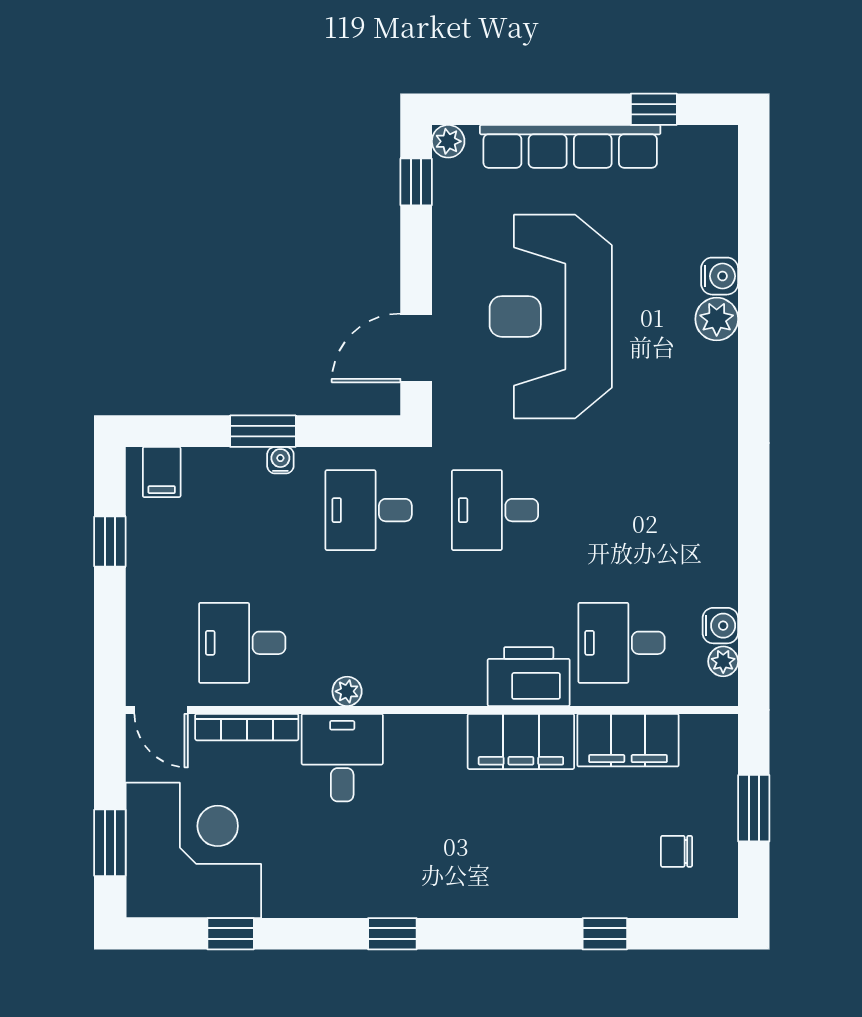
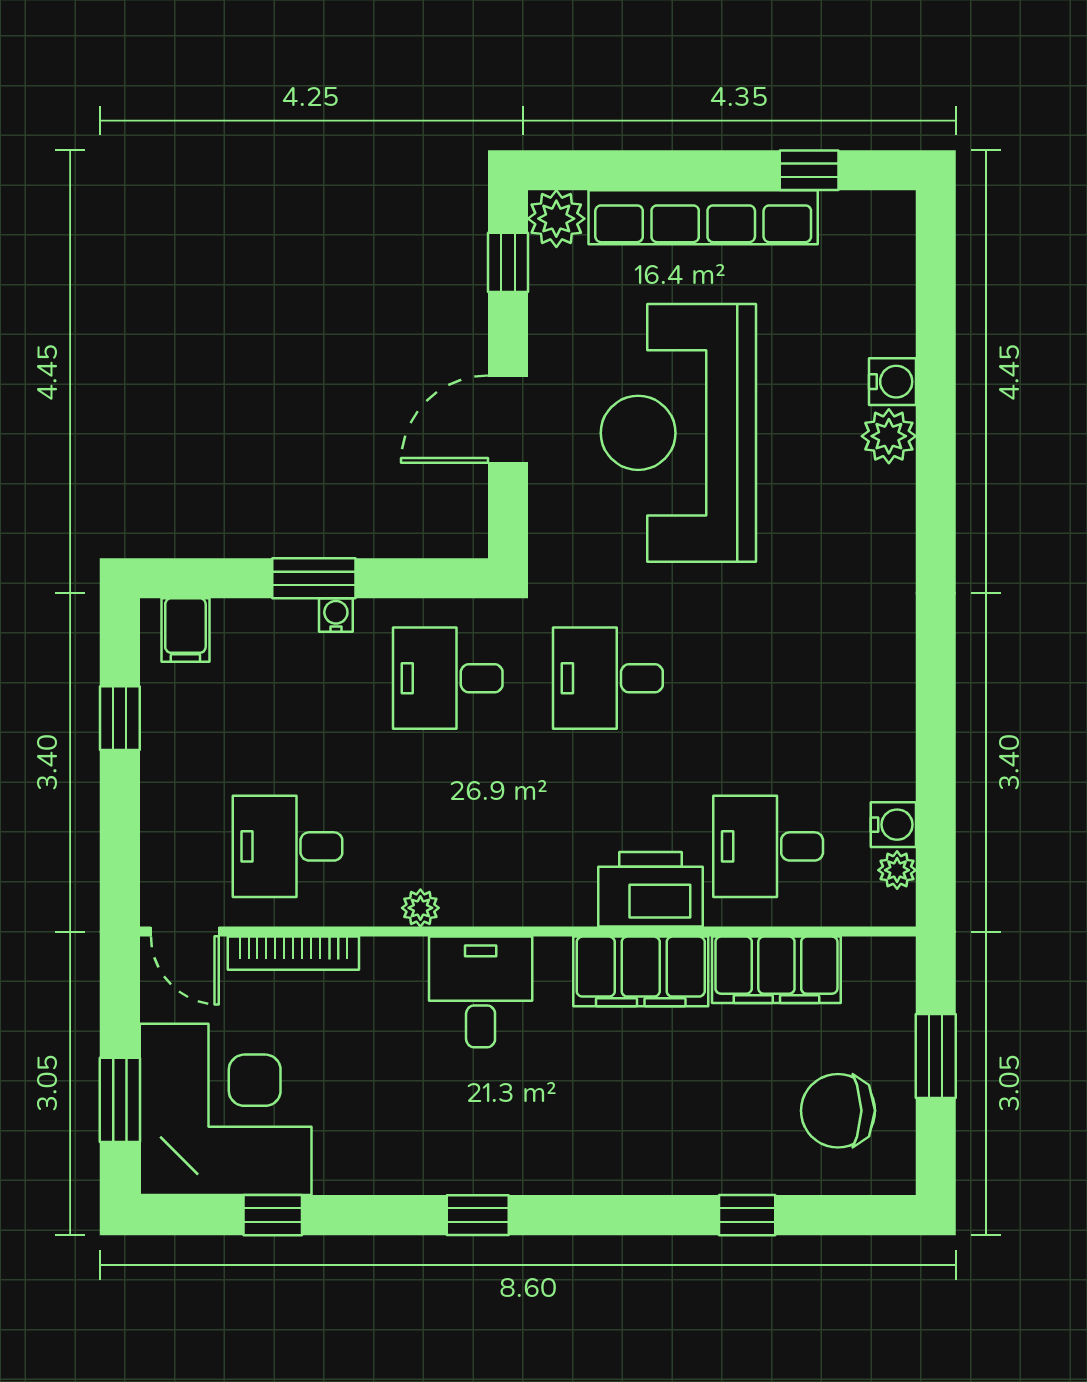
plant: (448, 141) -> (556, 219), width x1.38, depth x1.38
door: (416, 348) -> (508, 419), moved
desk: (342, 758) -> (481, 992), moved
chair: (677, 851) -> (838, 1111), width x1.87, depth x1.87

